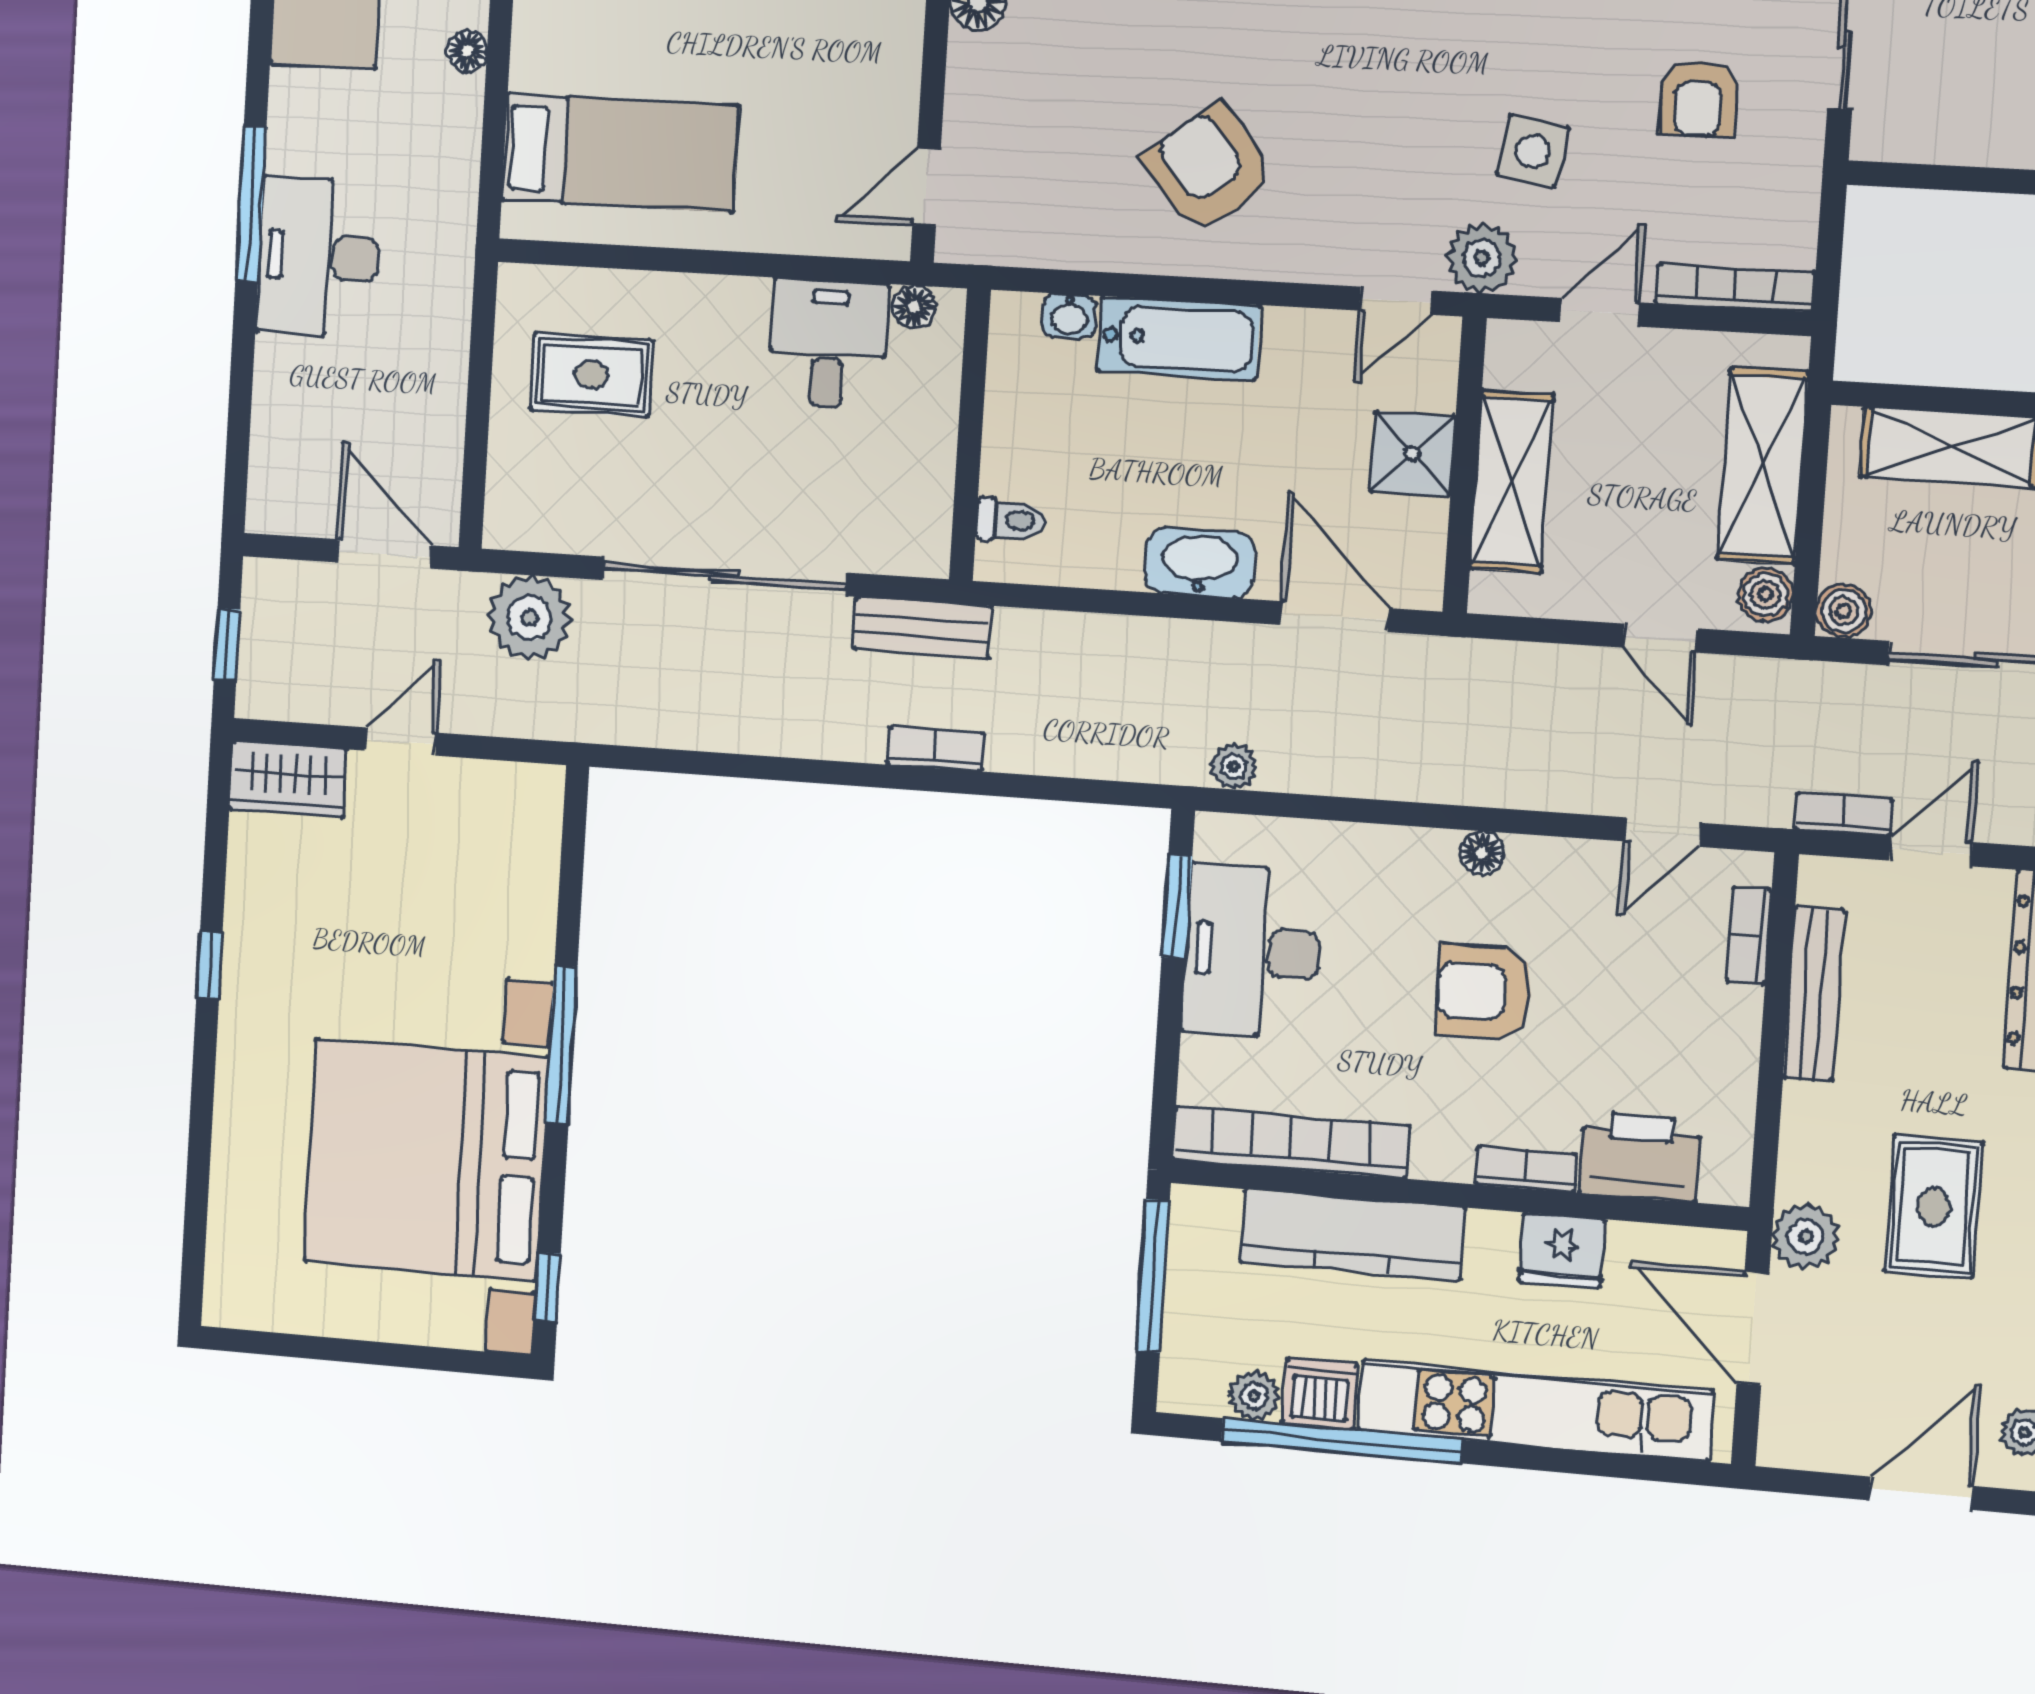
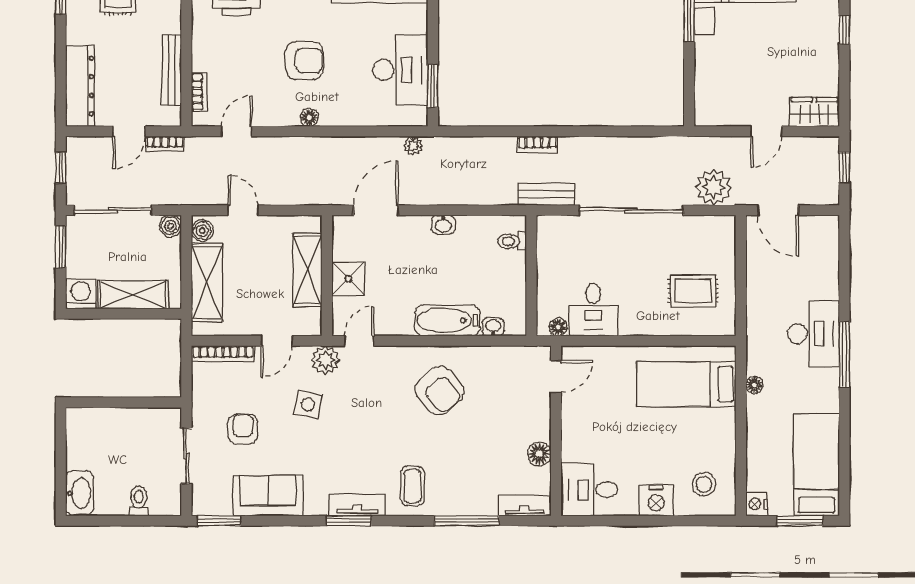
floor lamp: (467, 51) -> (754, 385), moved
washbasin: (1200, 562) -> (443, 225), width x0.52, depth x0.69
door: (1334, 617) -> (376, 210), swing flipped

